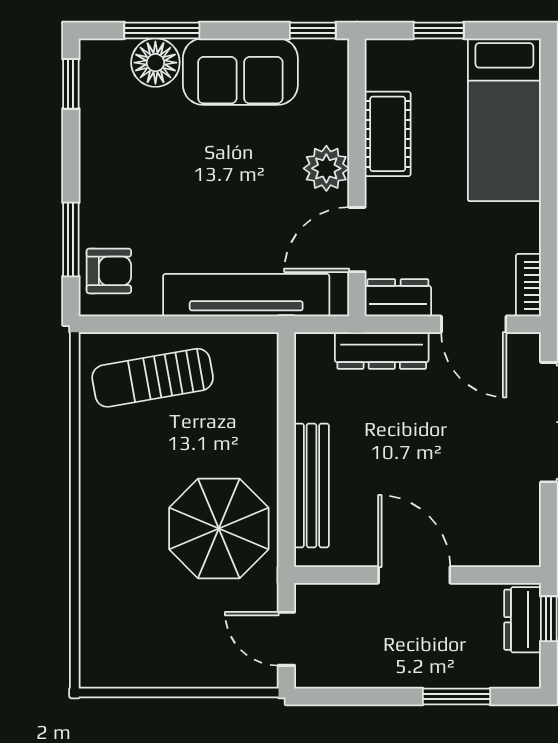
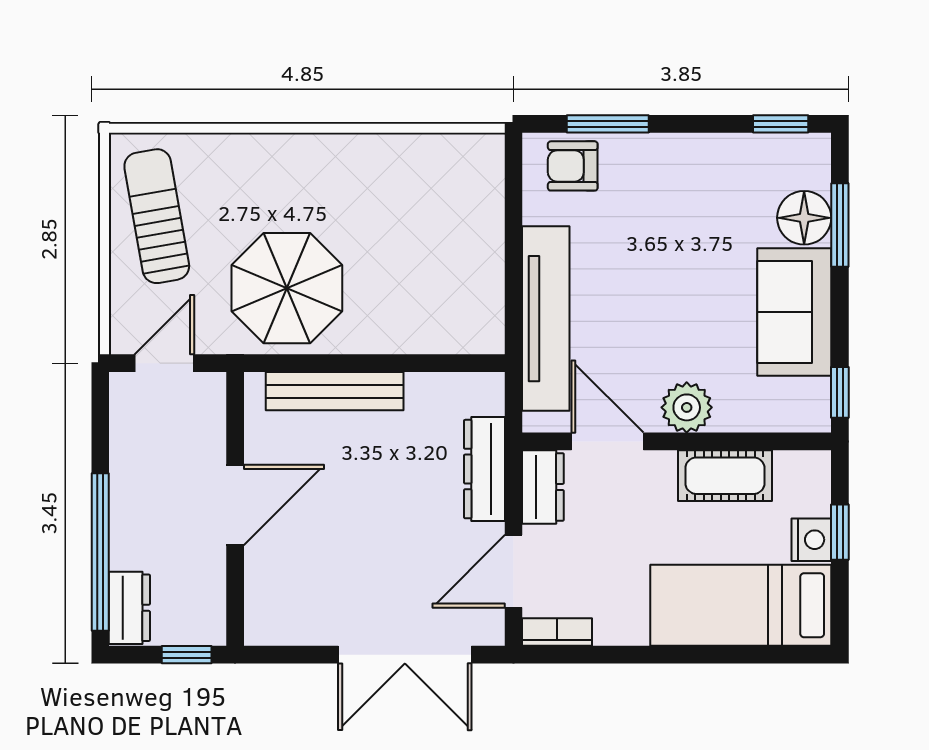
nightstand: (445, 56) -> (811, 540), added
armchair: (109, 271) -> (573, 166), turned 90
sun lounger: (153, 378) -> (157, 216), moved
dresser: (523, 620) -> (129, 608), moved, turned 90
window: (456, 696) -> (100, 552), width x2.11

